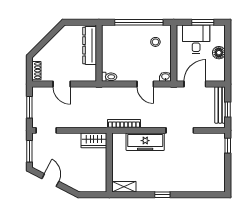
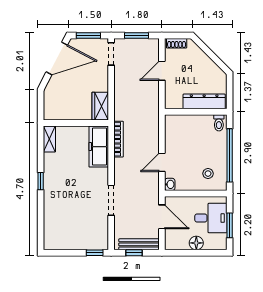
toilet: (109, 77) -> (219, 123), moved
freezer: (145, 142) -> (99, 147), moved
door: (50, 180) -> (57, 58), width x1.88

